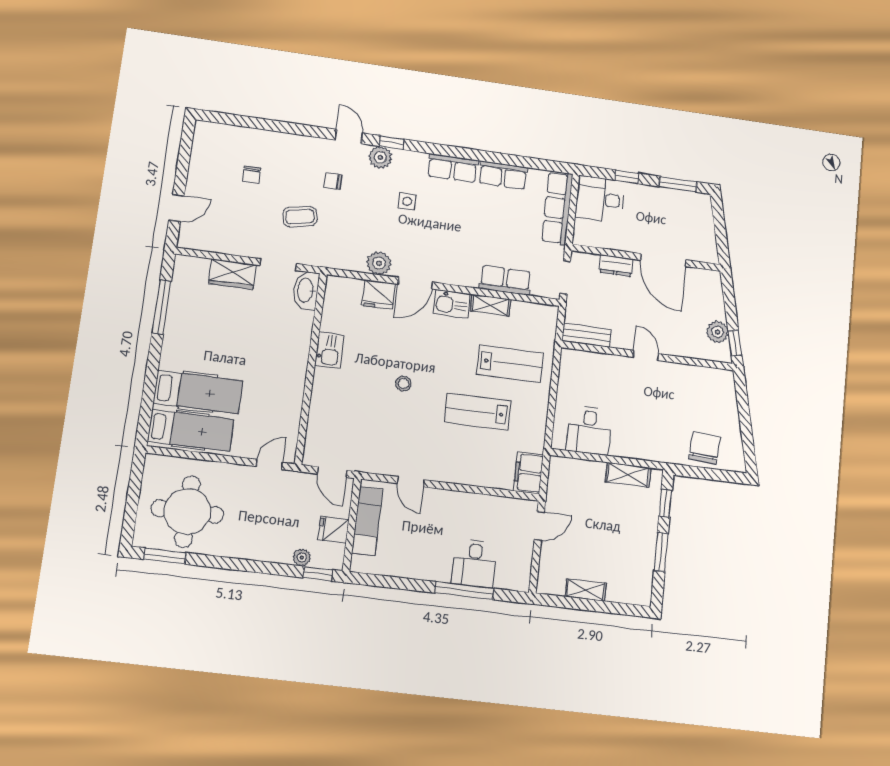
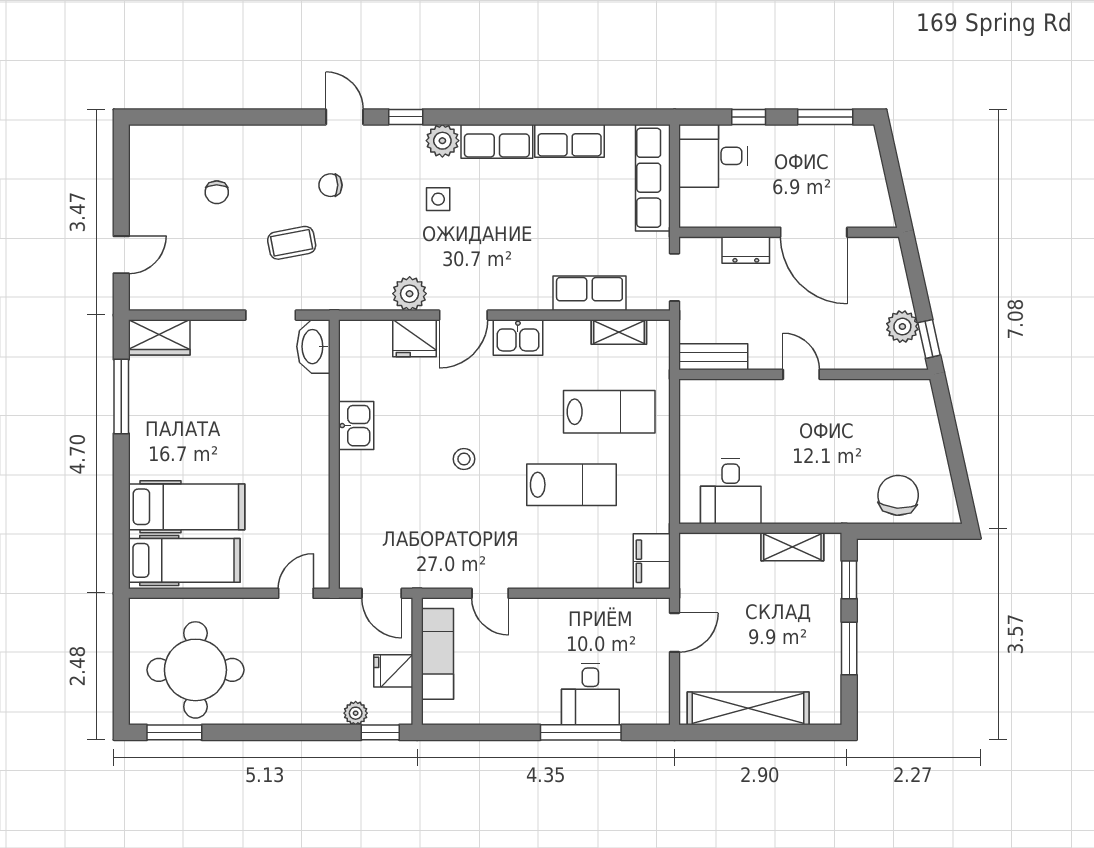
plant: (380, 157) -> (442, 141), moved
wardrobe: (232, 274) -> (159, 337), moved
shelving: (490, 305) -> (619, 332), moved
lab bench: (478, 412) -> (572, 485), turned 180
shelving: (586, 590) -> (748, 708), width x2.20, depth x1.33

